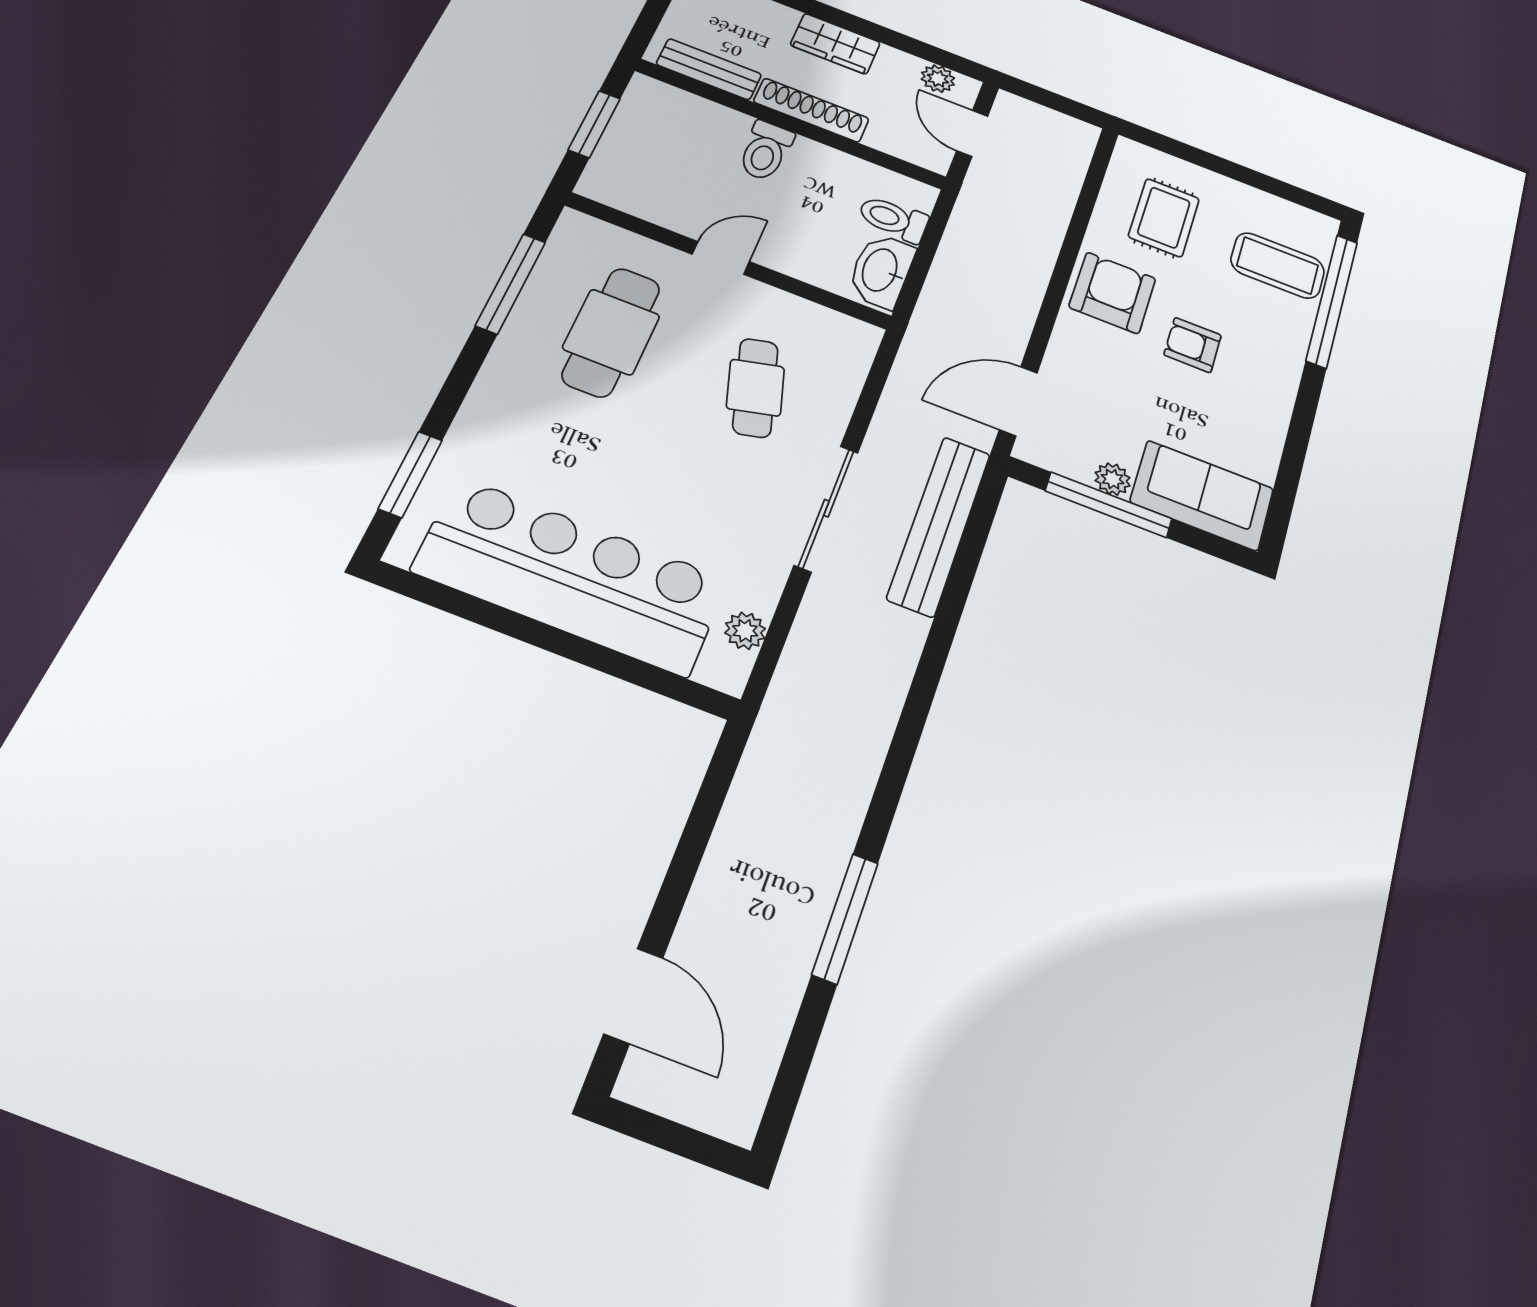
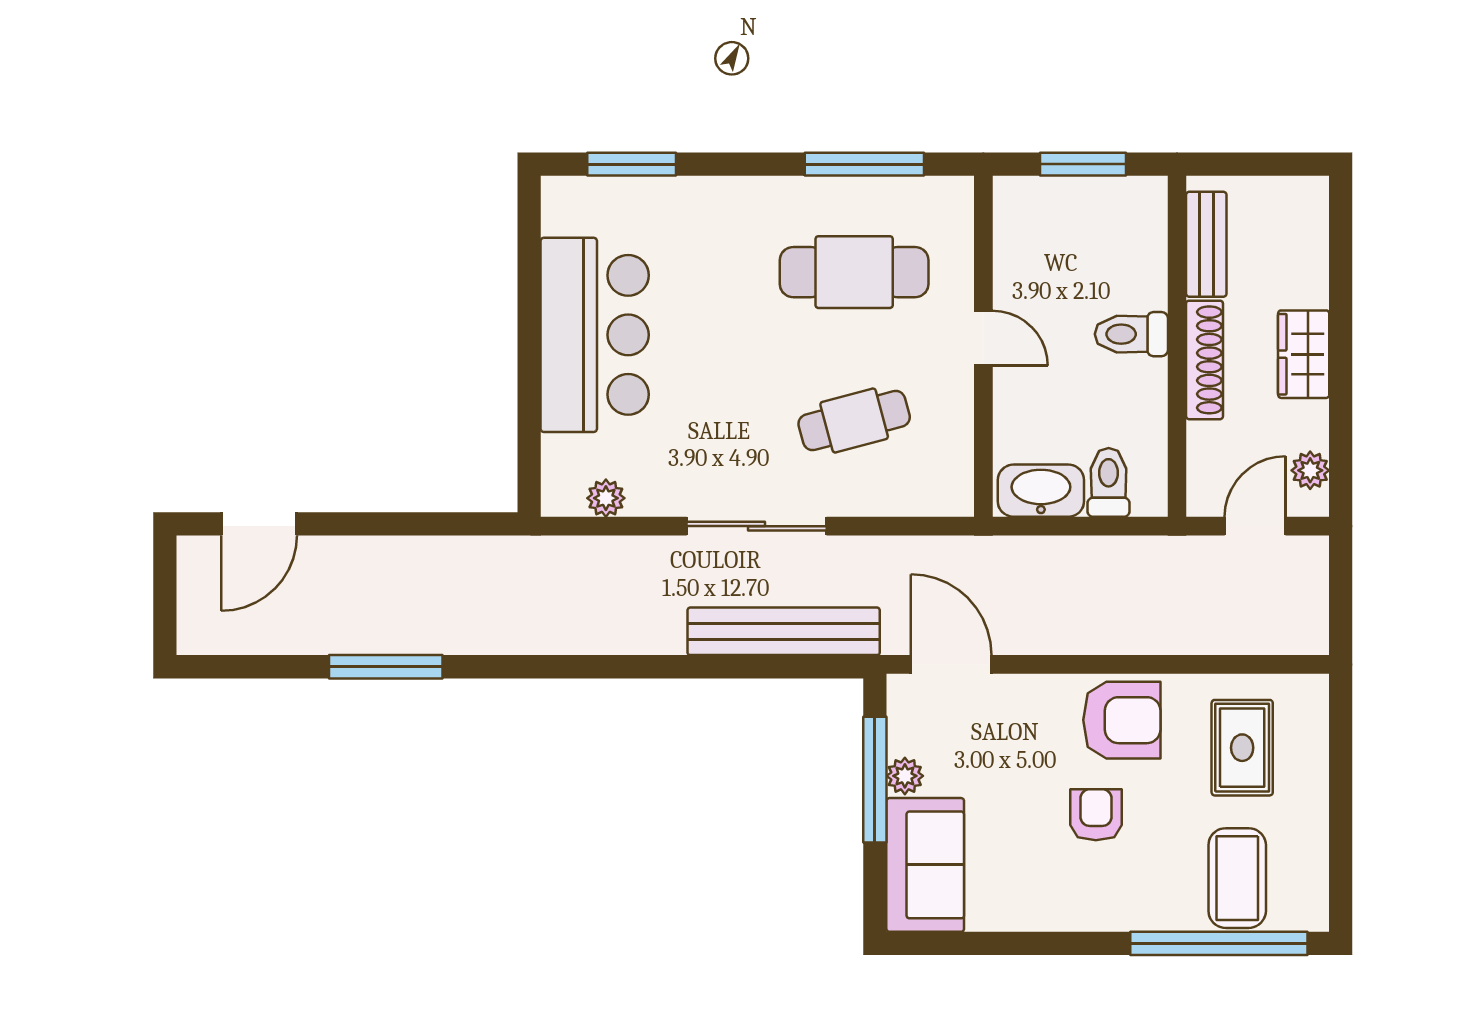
rug: (1164, 218) -> (1242, 748), turned 90
bar counter: (571, 576) -> (595, 335), width x0.73

